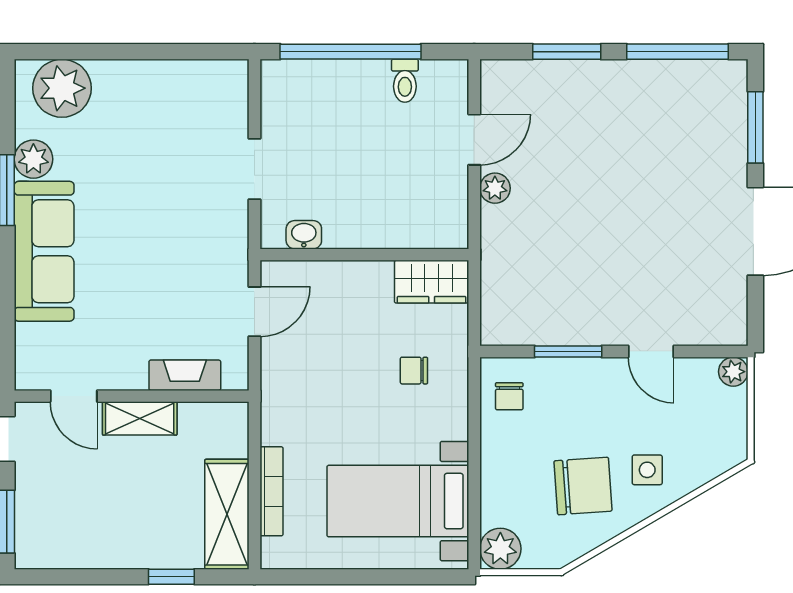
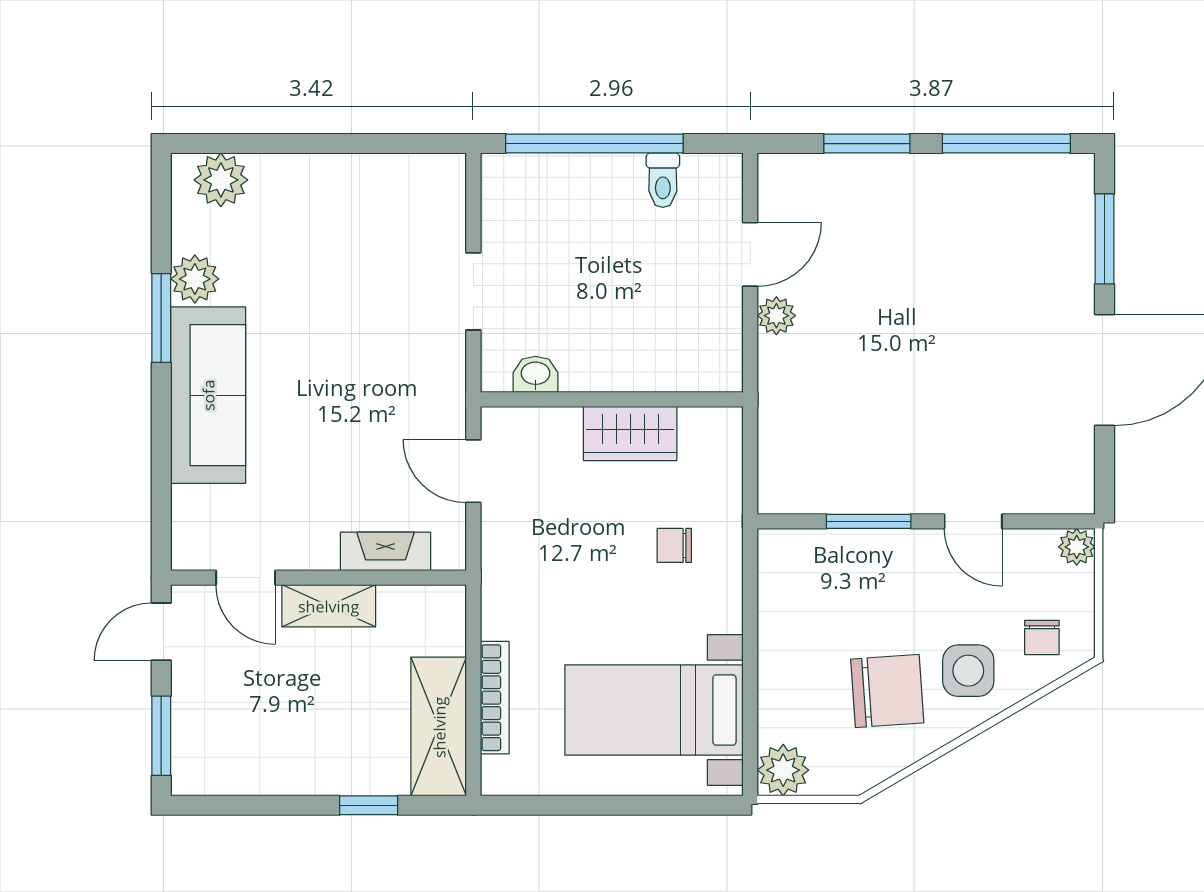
plant: (62, 88) -> (221, 180), width x0.73, depth x0.73
wardrobe: (432, 282) -> (630, 433), moved
door: (254, 312) -> (473, 471), swing flipped
chair: (509, 396) -> (1042, 638), moved
side table: (647, 470) -> (968, 671), width x1.37, depth x1.37

